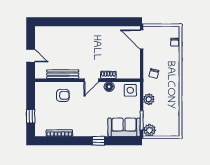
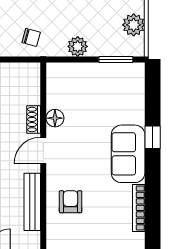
door: (91, 80) -> (43, 150), swing flipped
side table: (130, 90) -> (61, 80), removed
sofa: (124, 127) -> (128, 154), moved
plant: (149, 130) -> (134, 25), moved

